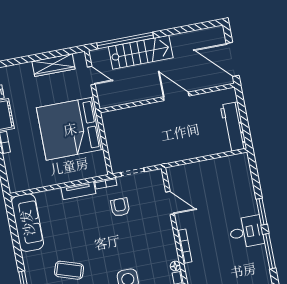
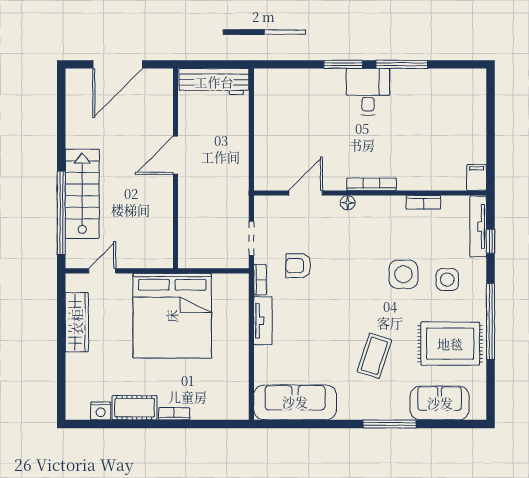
door: (176, 96) -> (176, 155), moved
wall: (167, 98) -> (176, 168), moved
floor lamp: (175, 266) -> (348, 203), moved

